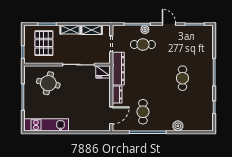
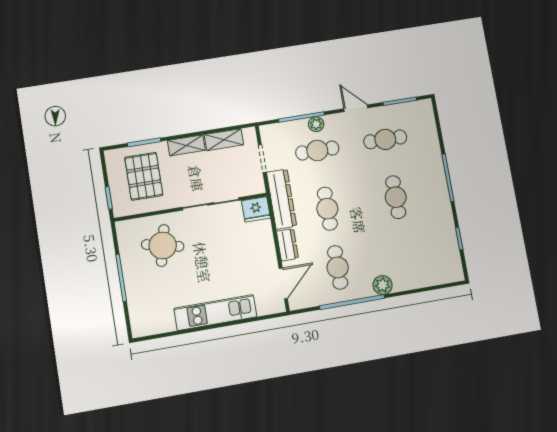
cafe table: (182, 45) -> (385, 139), added
cafe table: (143, 78) -> (327, 209), added
kitchen unit: (46, 125) -> (215, 313), moved
plant: (178, 126) -> (383, 285), moved

